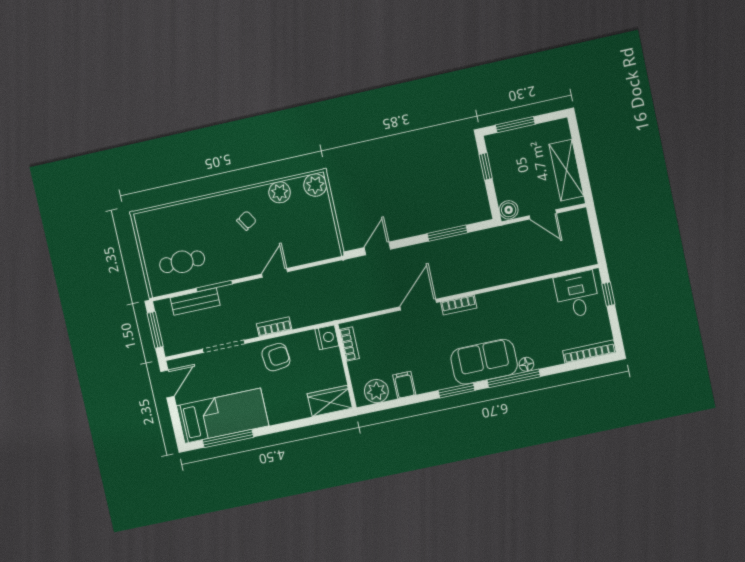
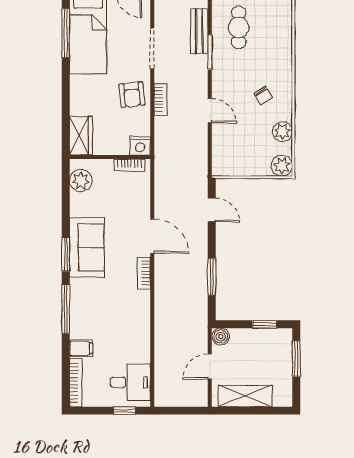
sofa: (484, 362) -> (87, 247), moved
floor lamp: (526, 364) -> (76, 323), removed
filing cabinet: (404, 385) -> (81, 348), moved

